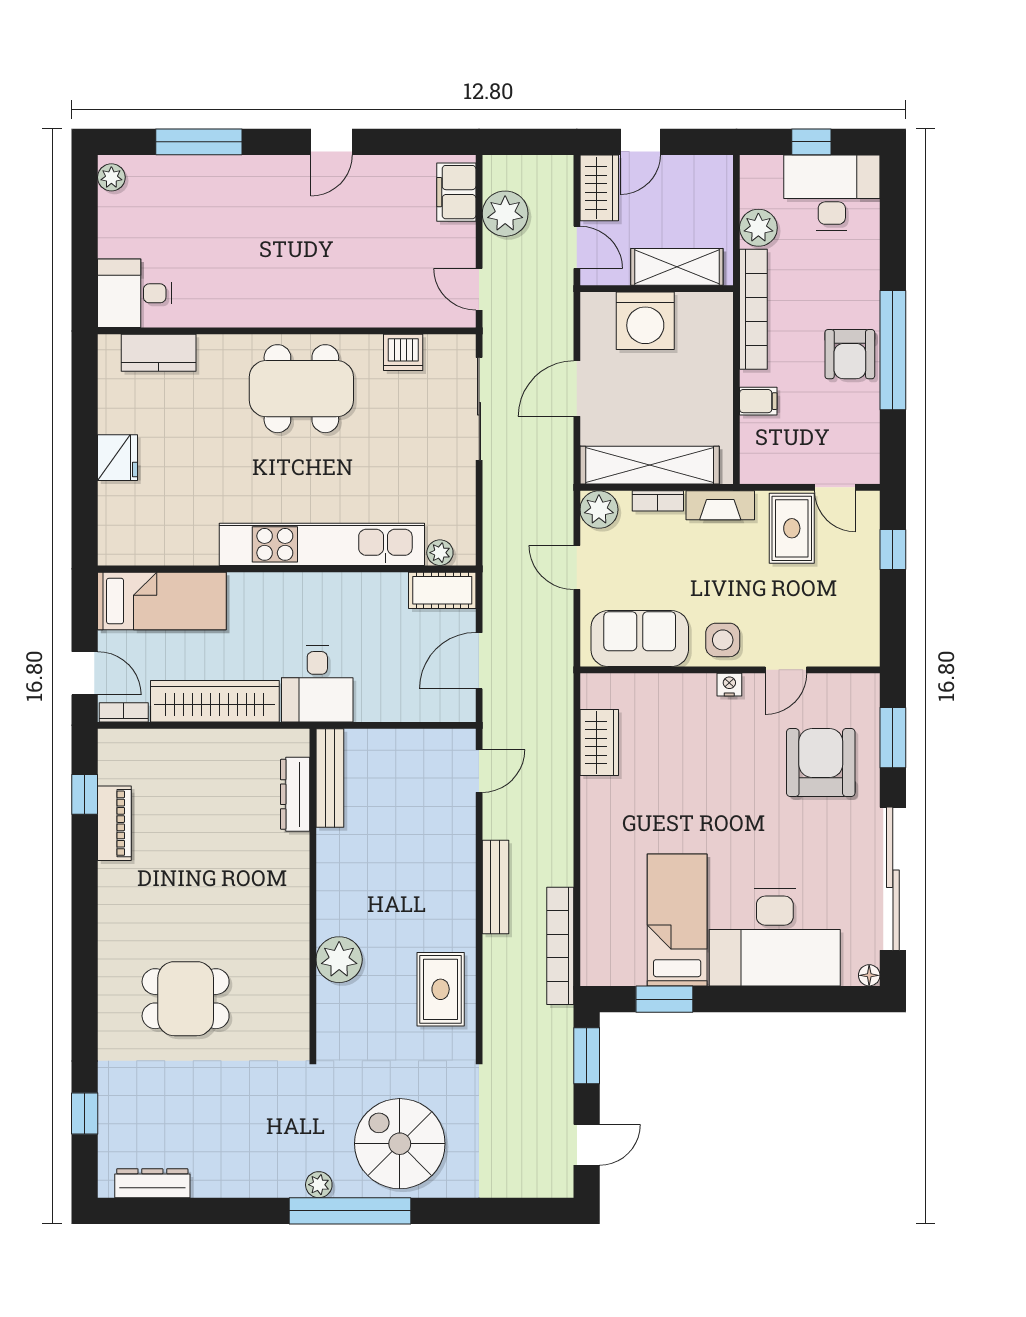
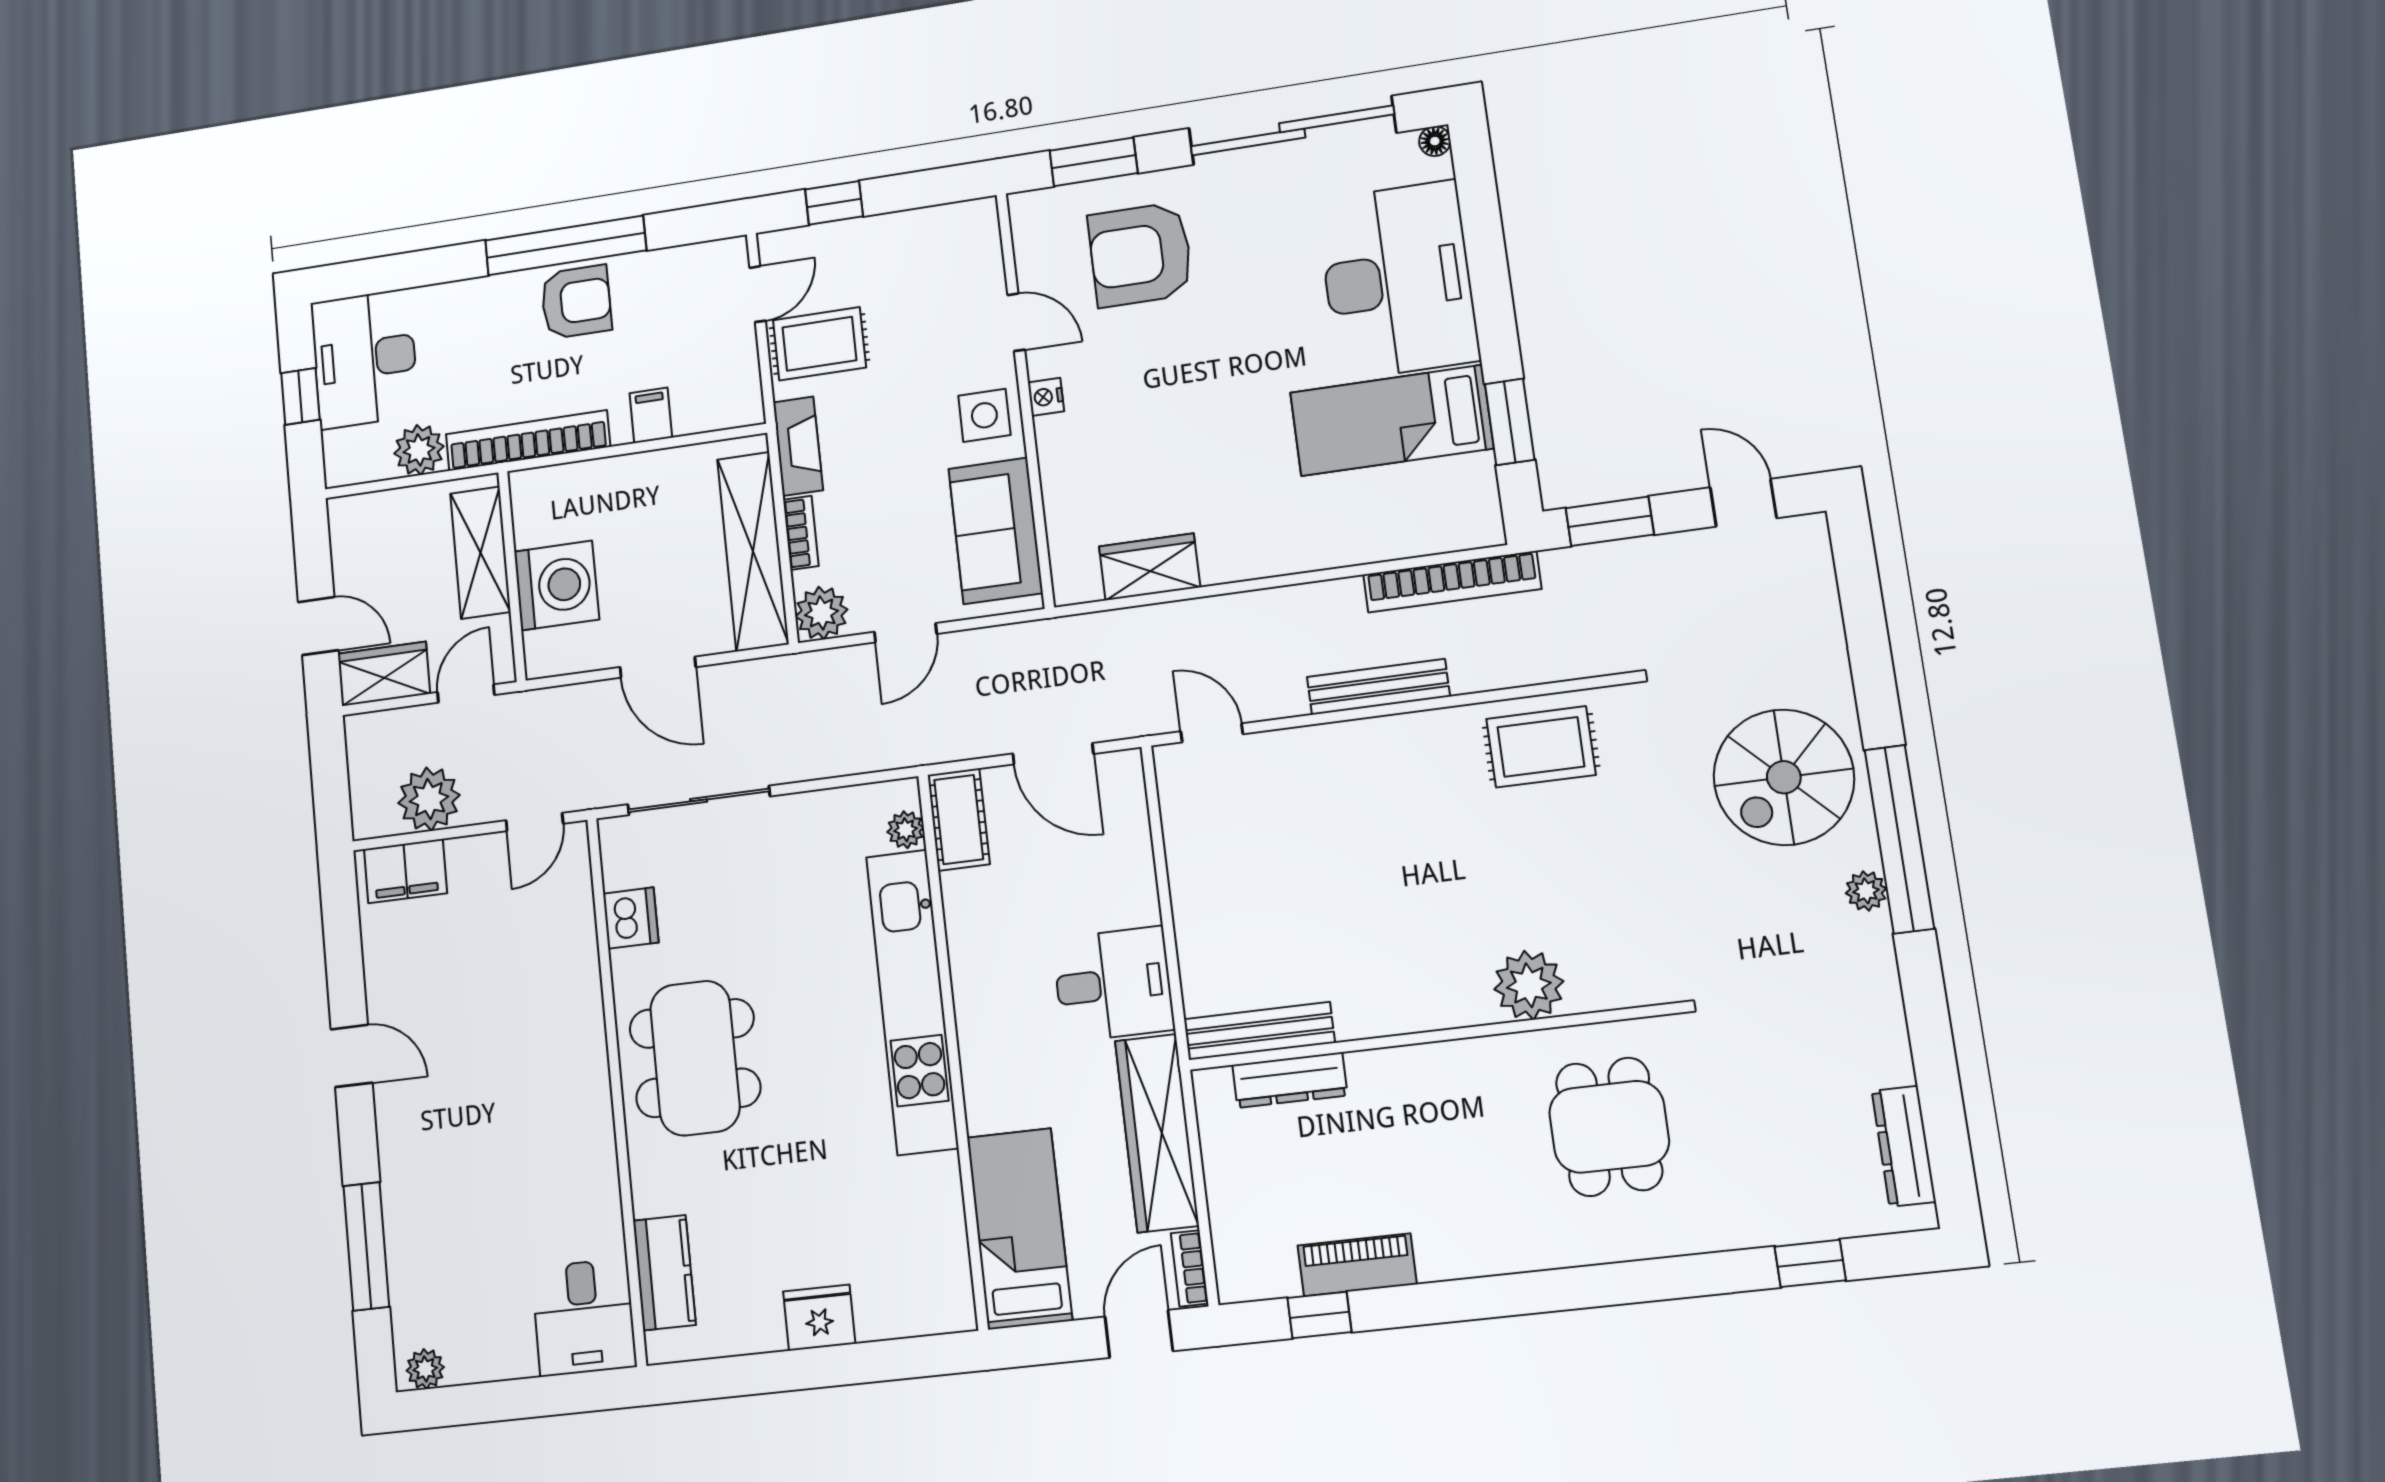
bench: (330, 778) -> (1259, 1031), moved
dresser: (295, 794) -> (1290, 1080), moved
wall: (313, 893) -> (1434, 1036), moved
plant: (339, 960) -> (1529, 985), moved

